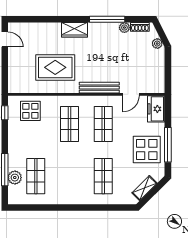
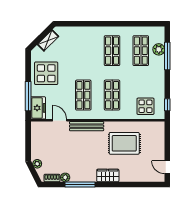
door: (131, 94) -> (60, 120), hinge flipped
window: (168, 145) -> (28, 96), moved
shop shelf: (103, 176) -> (112, 51), moved

